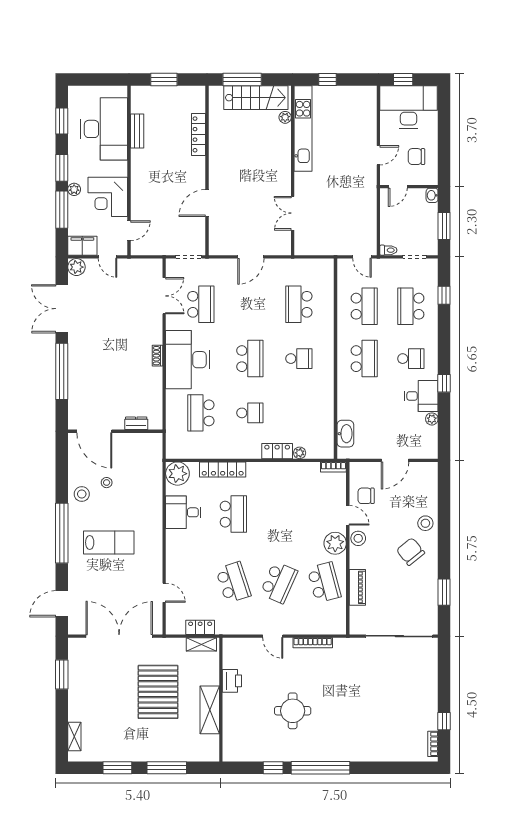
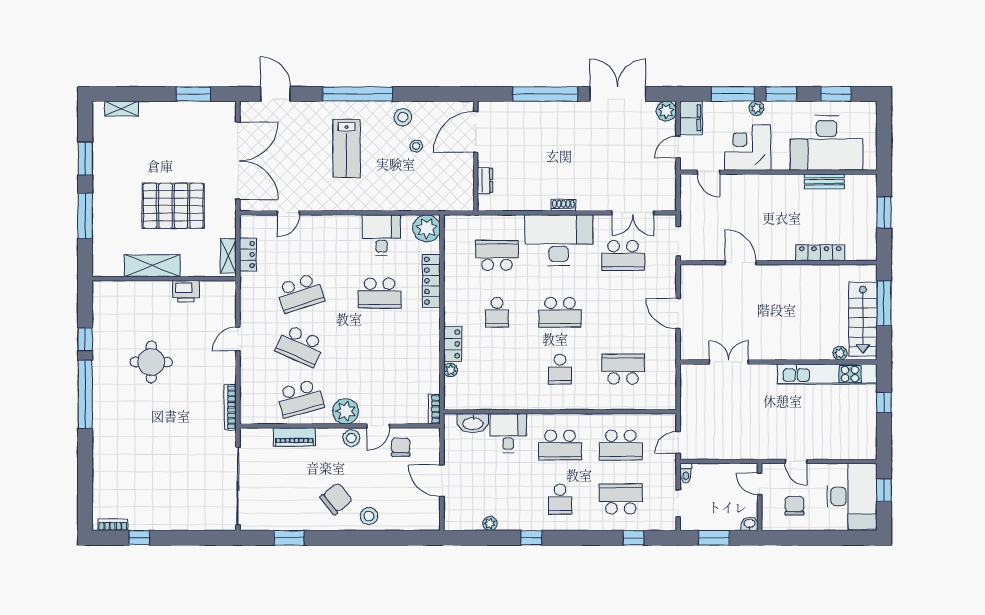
desk: (421, 396) -> (508, 433), moved, turned 180
bookcase: (313, 643) -> (230, 407), moved

